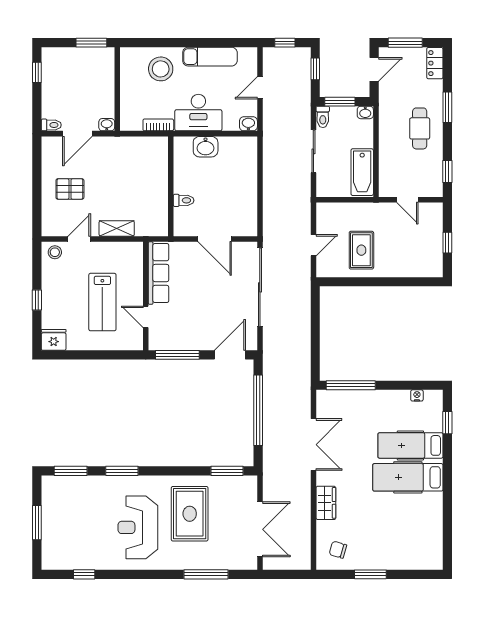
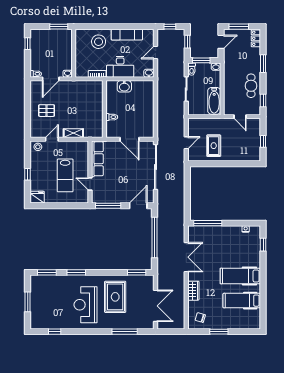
cafe table: (420, 128) -> (251, 86), moved
hospital bed: (410, 445) -> (242, 301), moved

